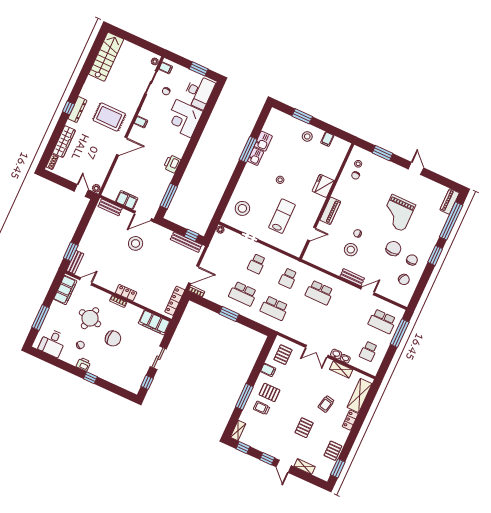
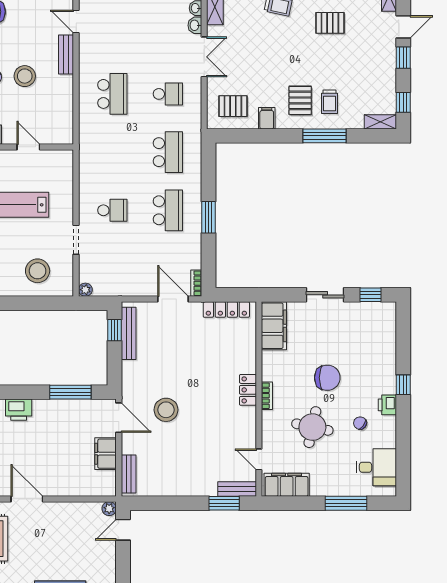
school desk: (288, 278) -> (168, 94), moved
chair: (113, 338) -> (327, 378), turned 90

